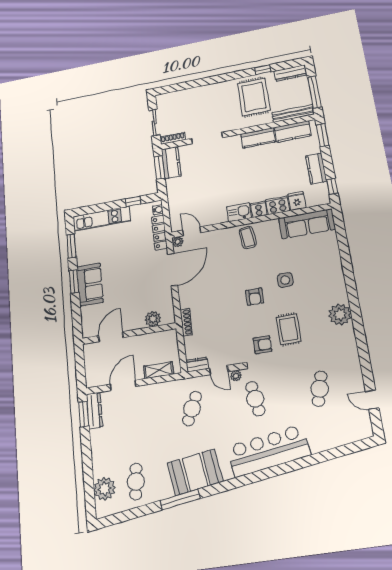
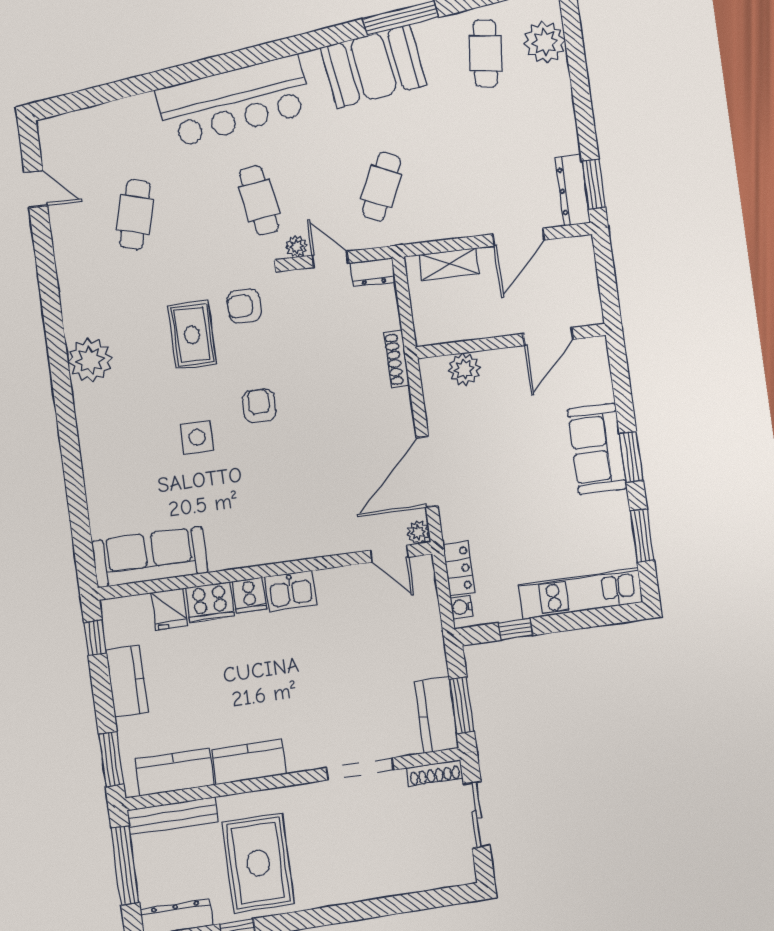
locker: (159, 233) -> (459, 568), width x0.66
coffee table: (248, 238) -> (273, 533), removed

